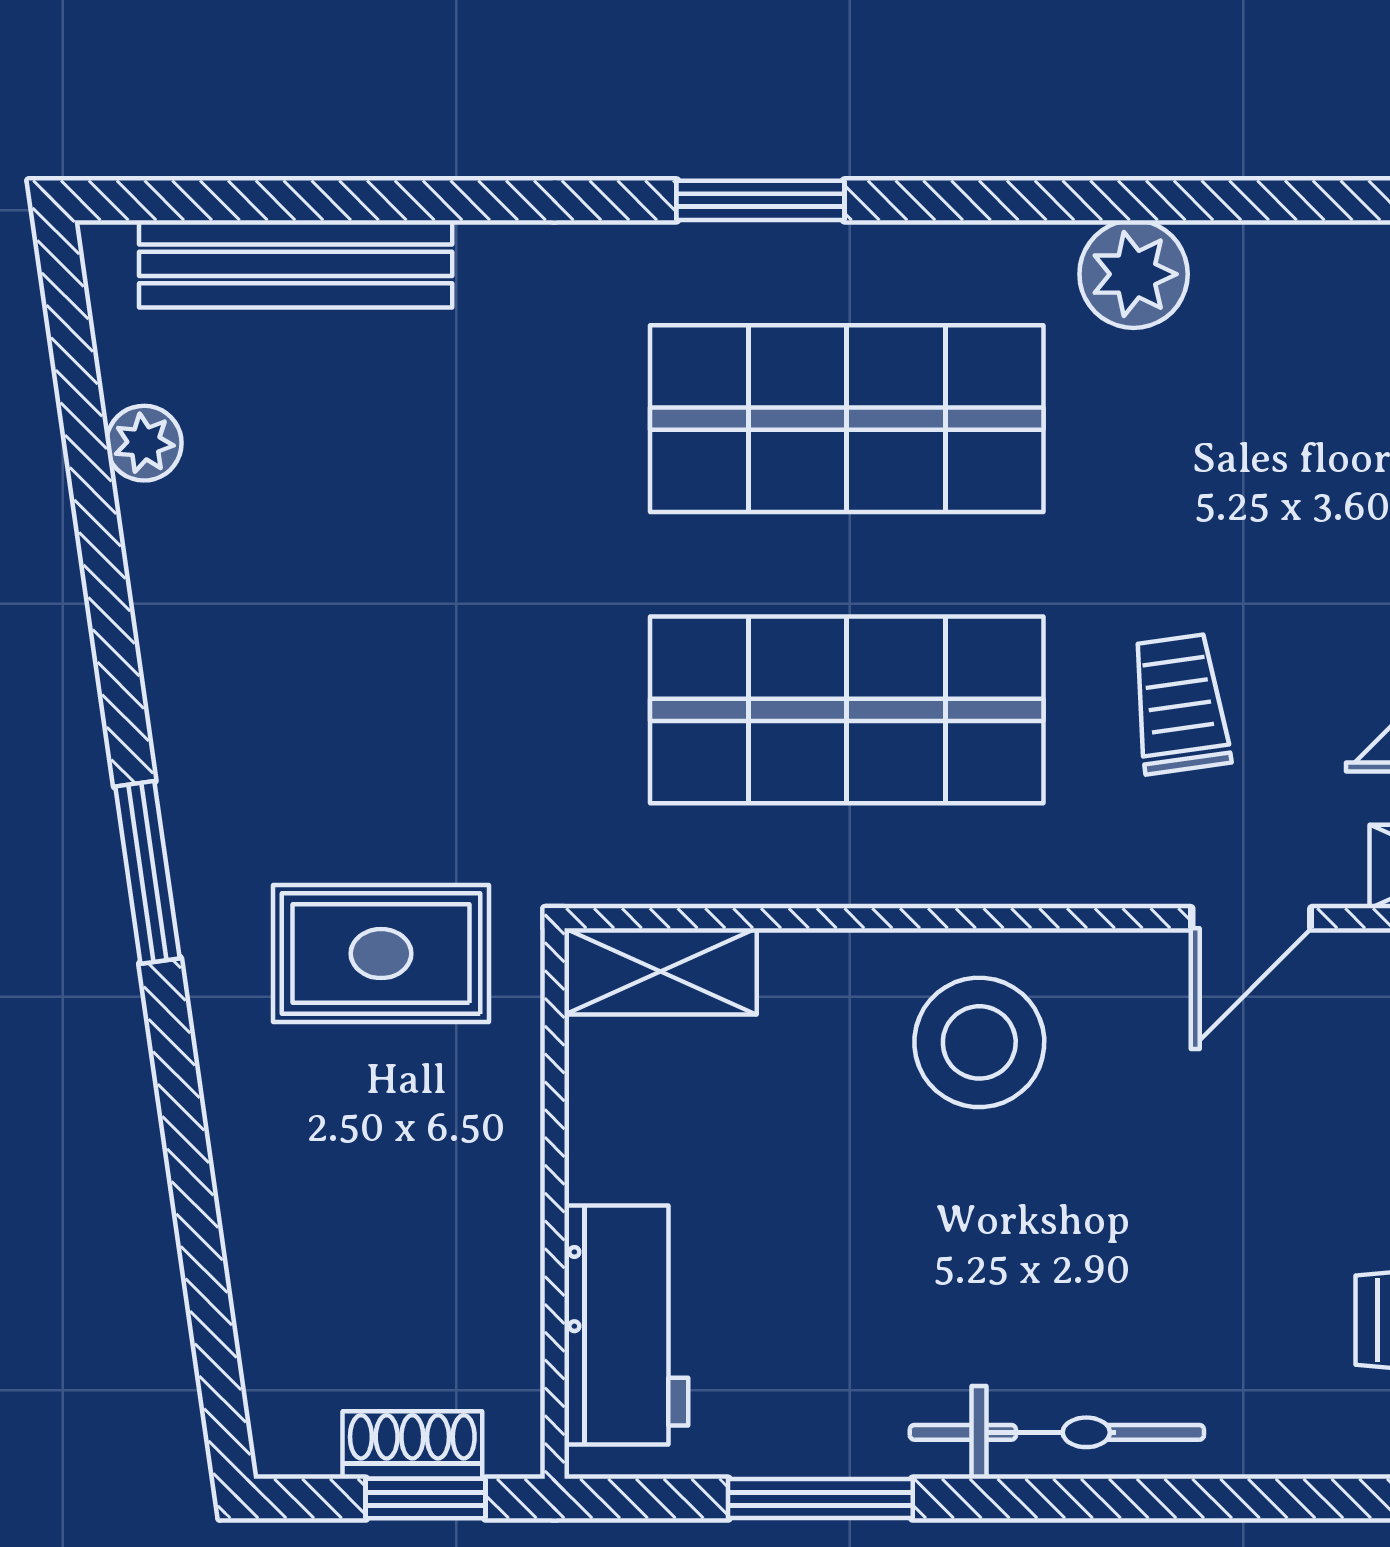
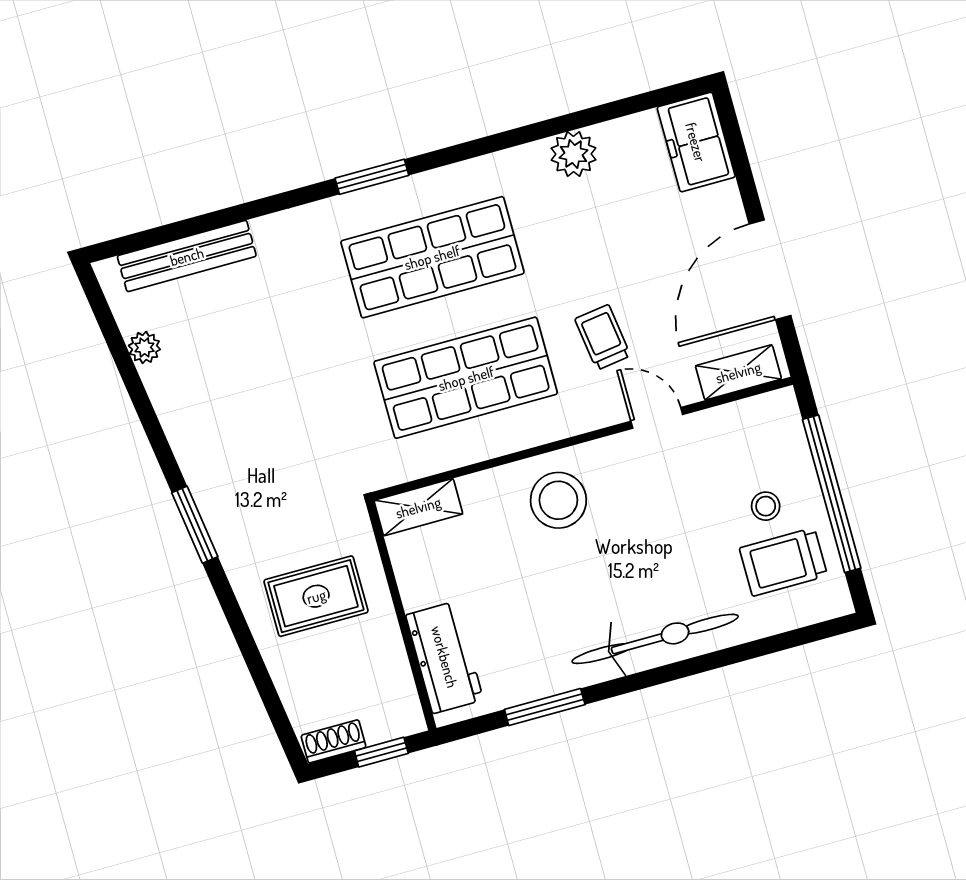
plant: (1134, 274) -> (573, 154), moved
door: (1251, 918) -> (657, 418), swing flipped
rug: (381, 954) -> (316, 596), moved
bicycle: (1057, 1432) -> (655, 639), width x1.37, depth x1.40
shoe rack: (412, 1445) -> (334, 741), moved

